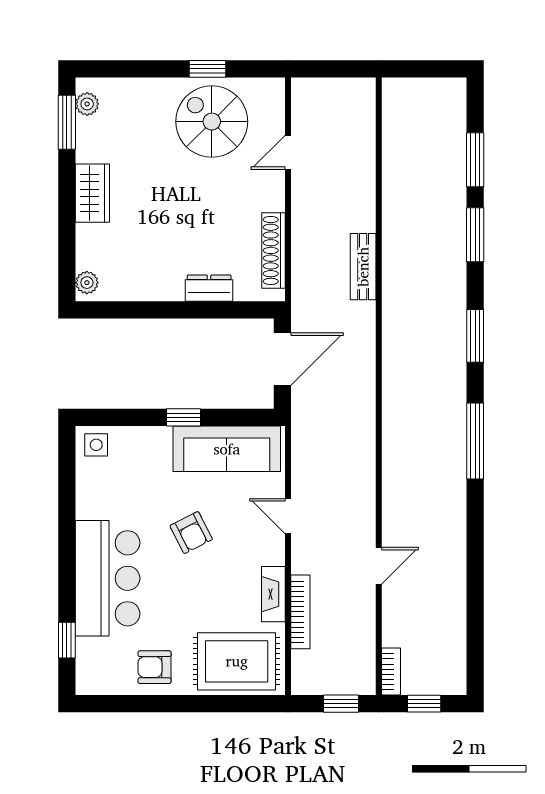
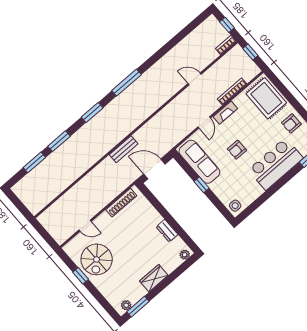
bench: (363, 267) -> (124, 149), moved
dresser: (209, 288) -> (167, 231), moved
armchair: (191, 533) -> (237, 150), turned -153
fireplace: (273, 594) -> (225, 113), moved
armchair: (155, 667) -> (291, 123), turned 90

